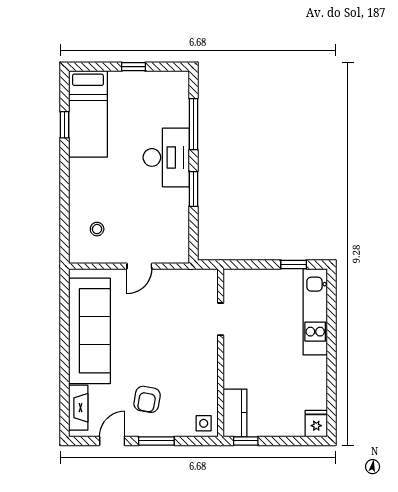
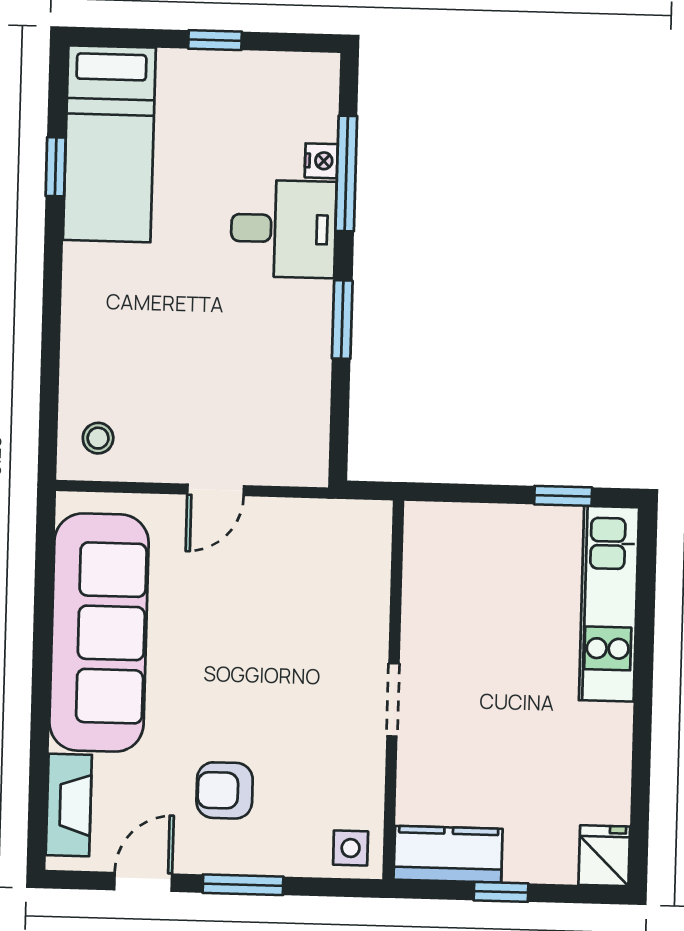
nightstand: (182, 119) -> (321, 161), added
desk: (166, 157) -> (283, 229), width x0.73
stool: (97, 229) -> (98, 438), moved
doorway: (221, 319) -> (393, 700), moved
armchair: (147, 399) -> (225, 790), turned 80
kitchen counter: (235, 413) -> (448, 854), moved, turned -90
window: (246, 441) -> (501, 892), moved

